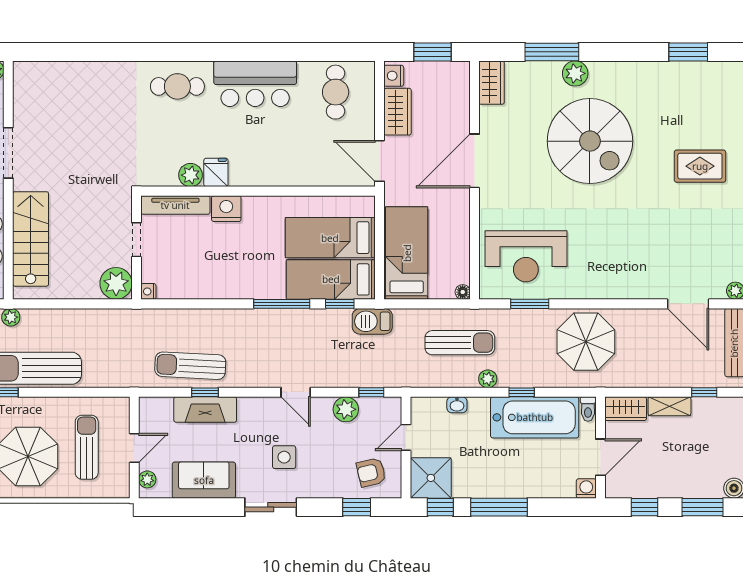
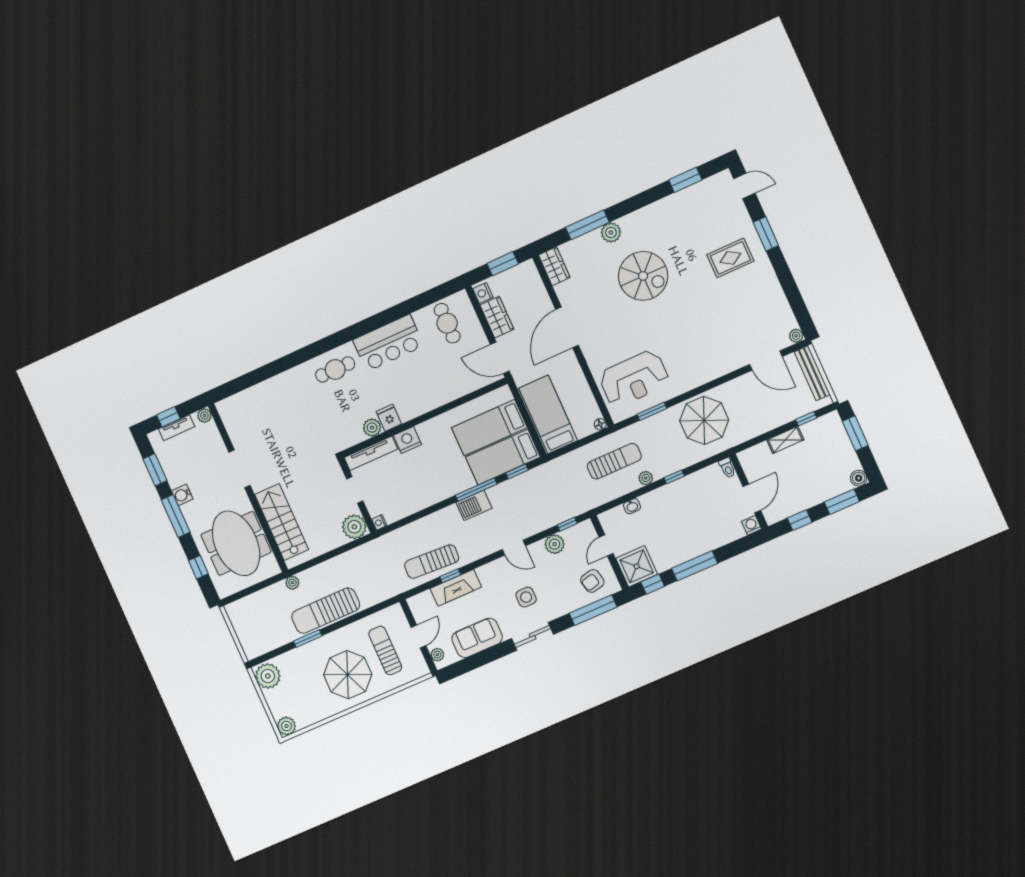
spiral stairs: (590, 141) -> (643, 276), width x0.73, depth x0.73
barbecue: (372, 321) -> (474, 505), moved
wardrobe: (626, 409) -> (754, 456), removed
bathtub: (535, 417) -> (692, 491), removed
window: (357, 507) -> (593, 610), width x2.17

